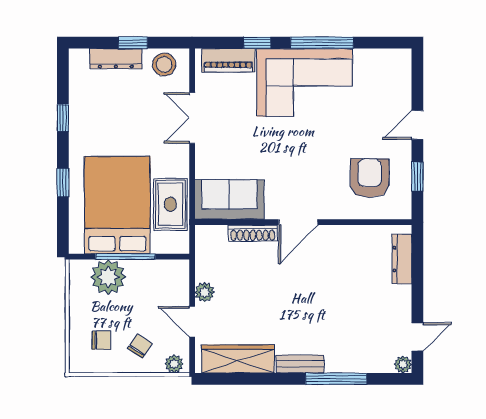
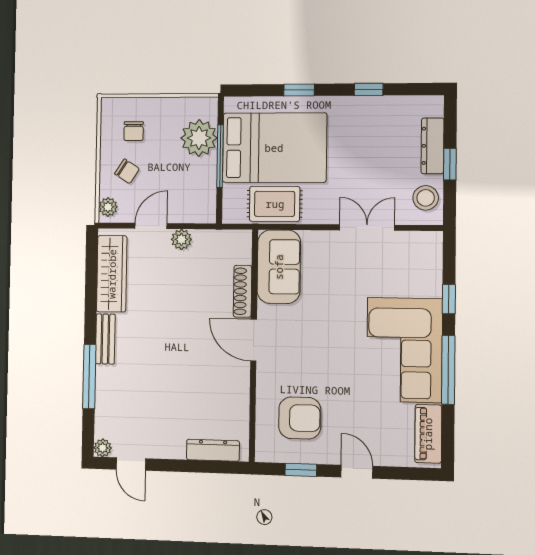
piano: (228, 60) -> (428, 434), moved

